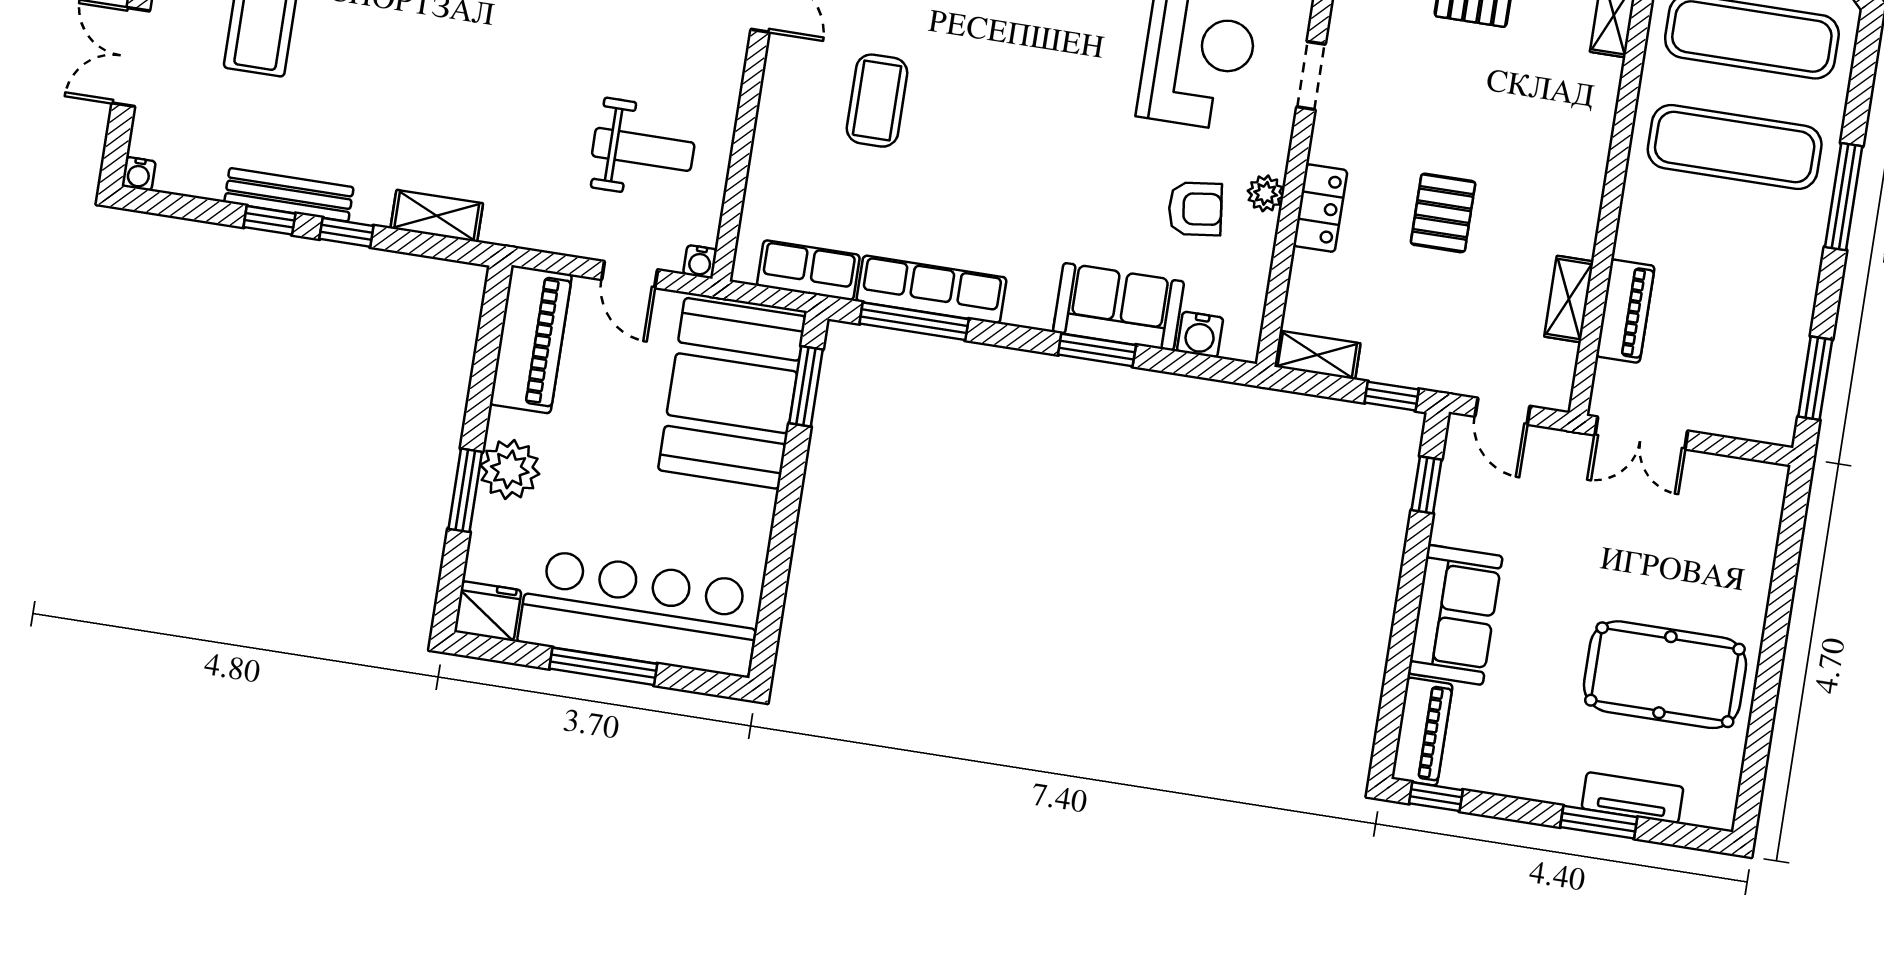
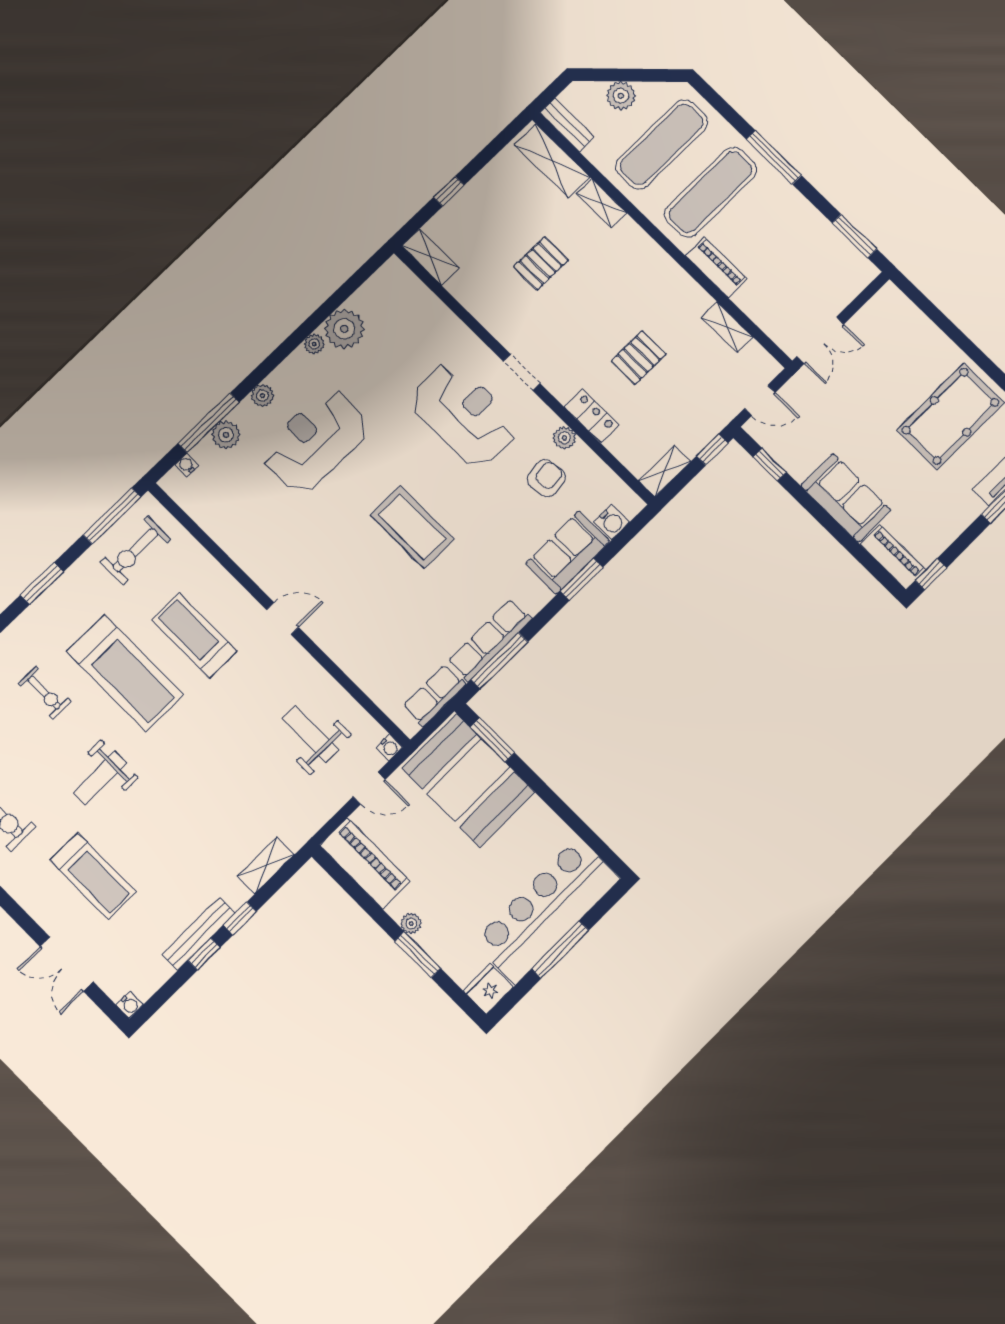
coffee table: (877, 101) -> (412, 527), moved, width x1.36, depth x1.32
weight bench: (643, 149) -> (311, 734), turned -90
pallet: (1443, 213) -> (639, 358), turned 90
piano: (1625, 311) -> (716, 267), moved
plant: (510, 469) -> (411, 924), width x0.53, depth x0.53

